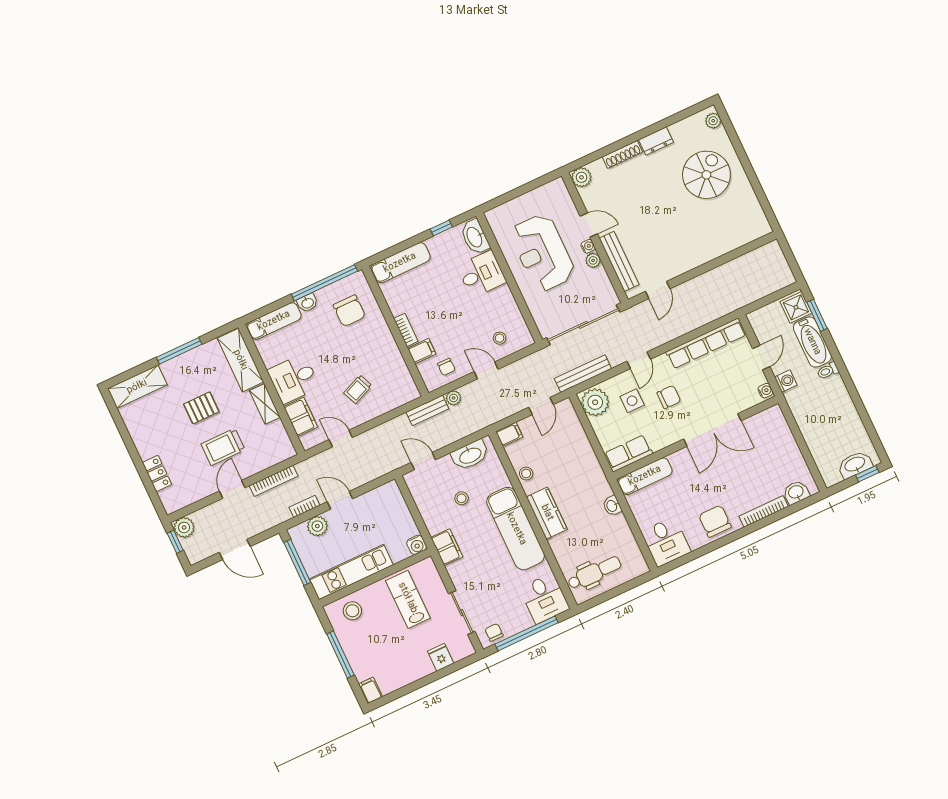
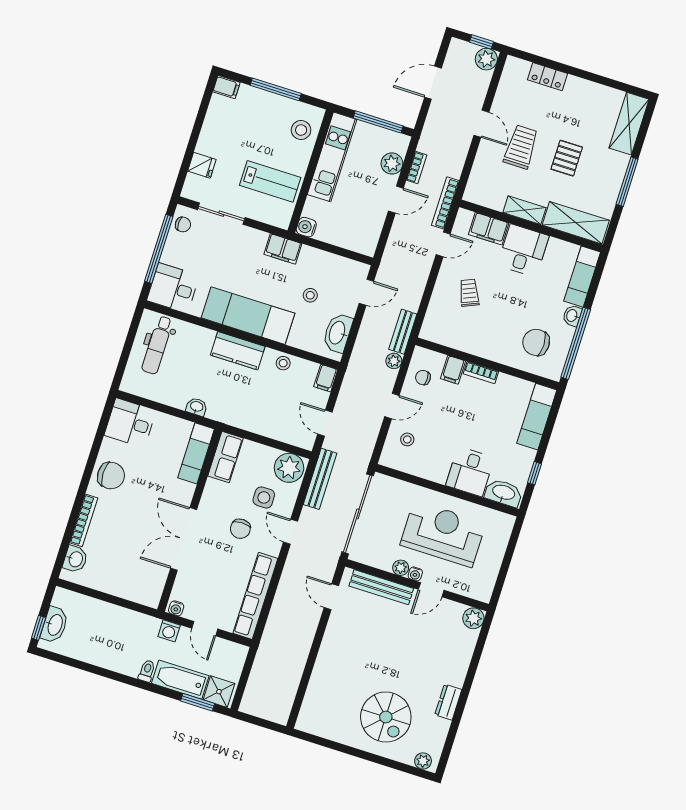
shoe rack: (622, 154) -> (462, 666), removed
bookcase: (274, 481) -> (445, 203), moved

